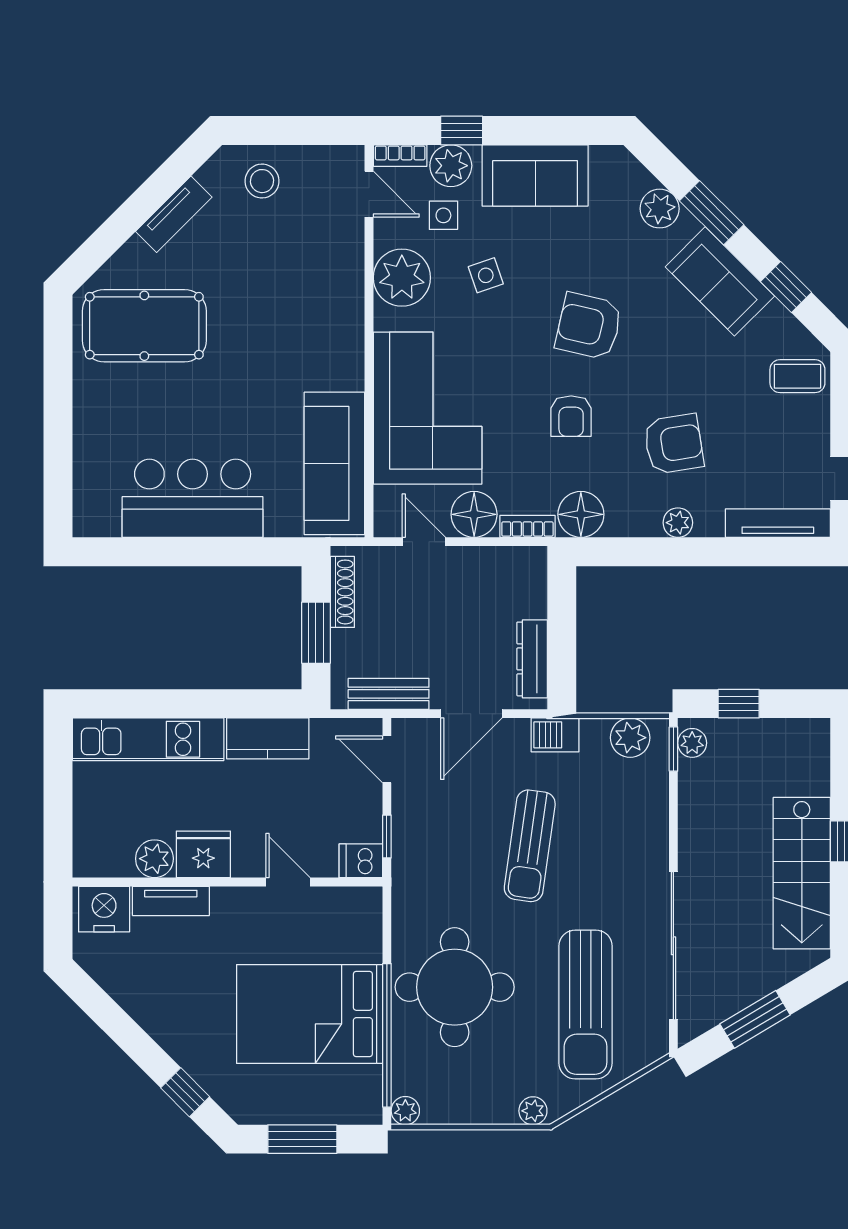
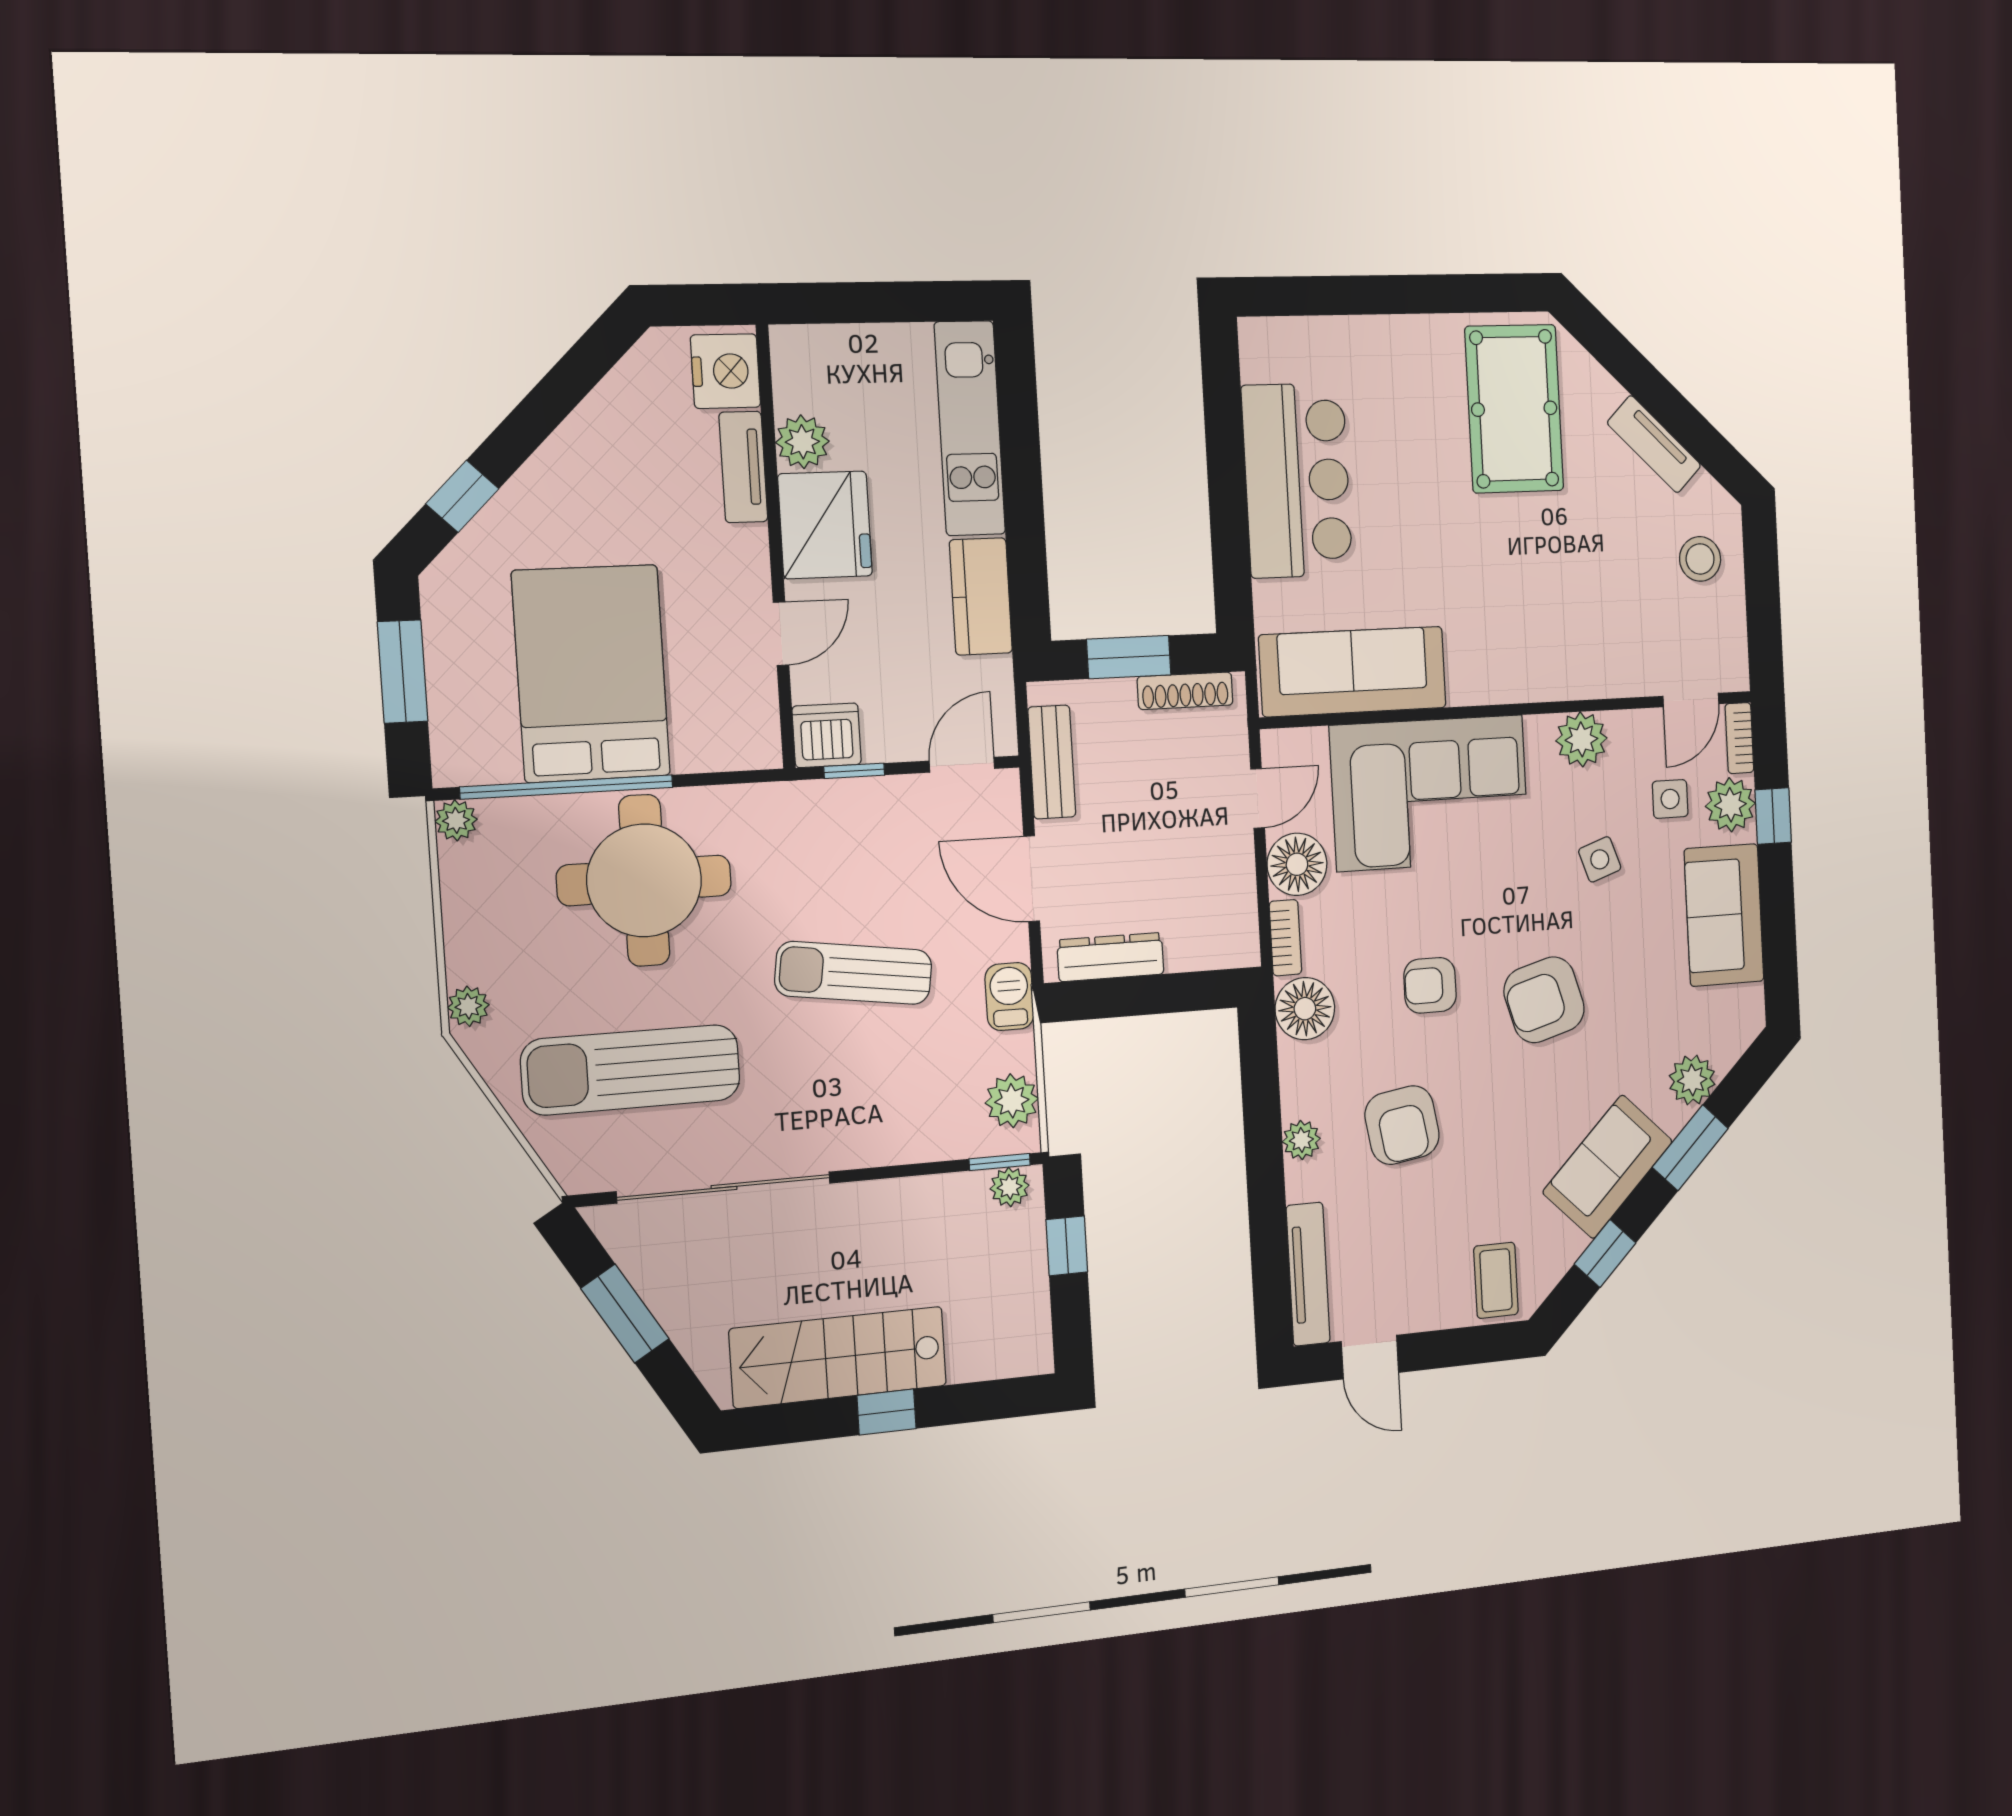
plant: (402, 278) -> (1581, 739), width x0.73, depth x0.73
armchair: (589, 326) -> (1544, 1000), turned -119
fridge: (203, 854) -> (825, 525), width x1.36, depth x1.34
dishwasher: (361, 861) -> (827, 735), width x1.38

